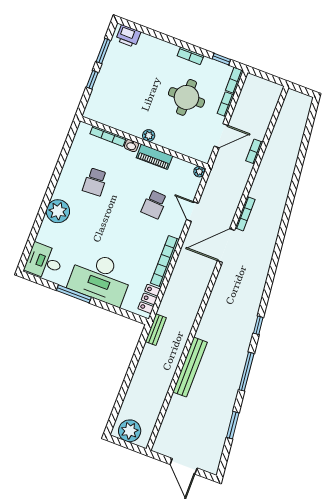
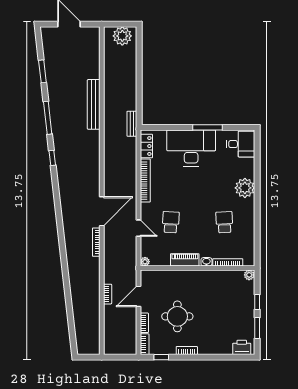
plant: (149, 136) -> (249, 275), moved

